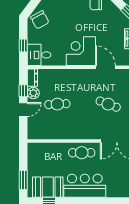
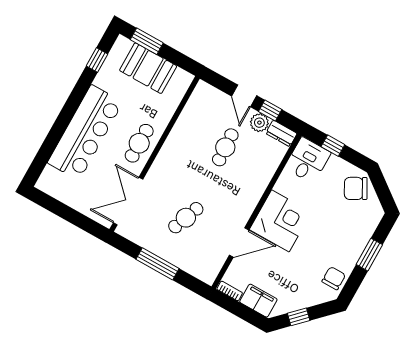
bar counter: (85, 186) -> (85, 132), width x1.36
booth: (48, 187) -> (148, 68), moved, turned 90

